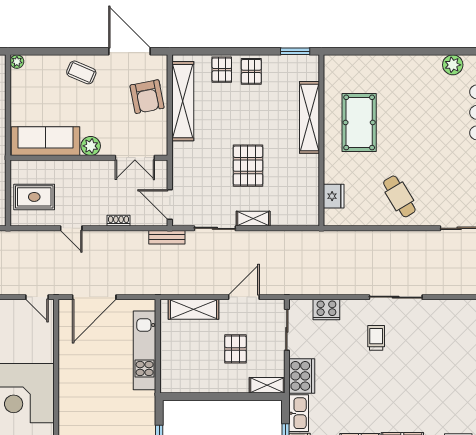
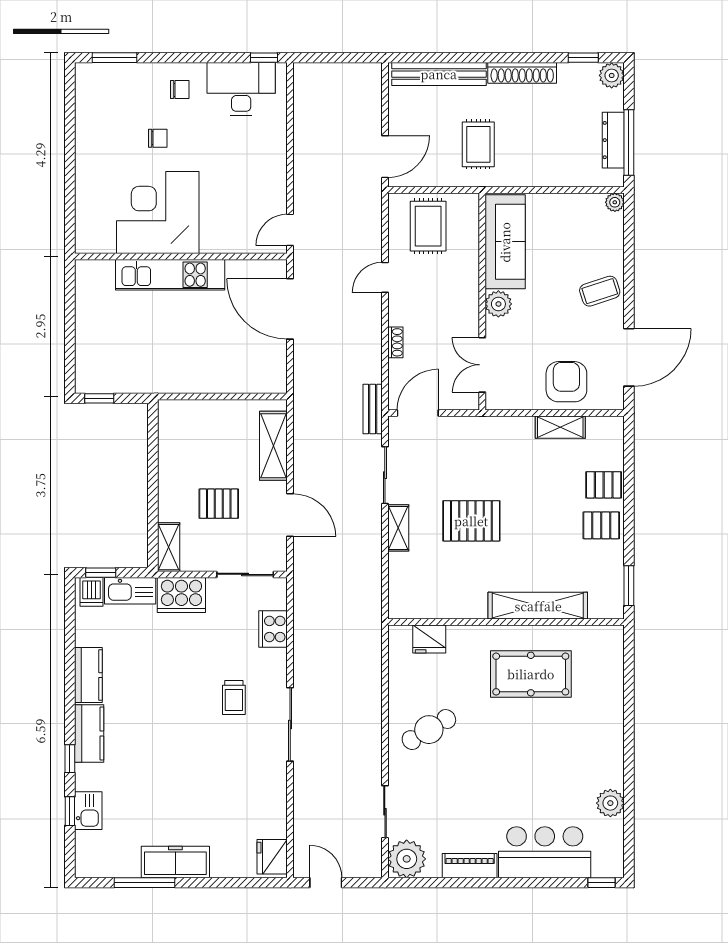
coffee table: (81, 72) -> (600, 291), turned 49
armchair: (147, 97) -> (566, 382), turned 101
shelving: (183, 101) -> (560, 427), width x0.45, depth x0.75
trolley: (376, 338) -> (234, 698), turned 90
kitchen unit: (145, 350) -> (170, 275), moved, turned 180

